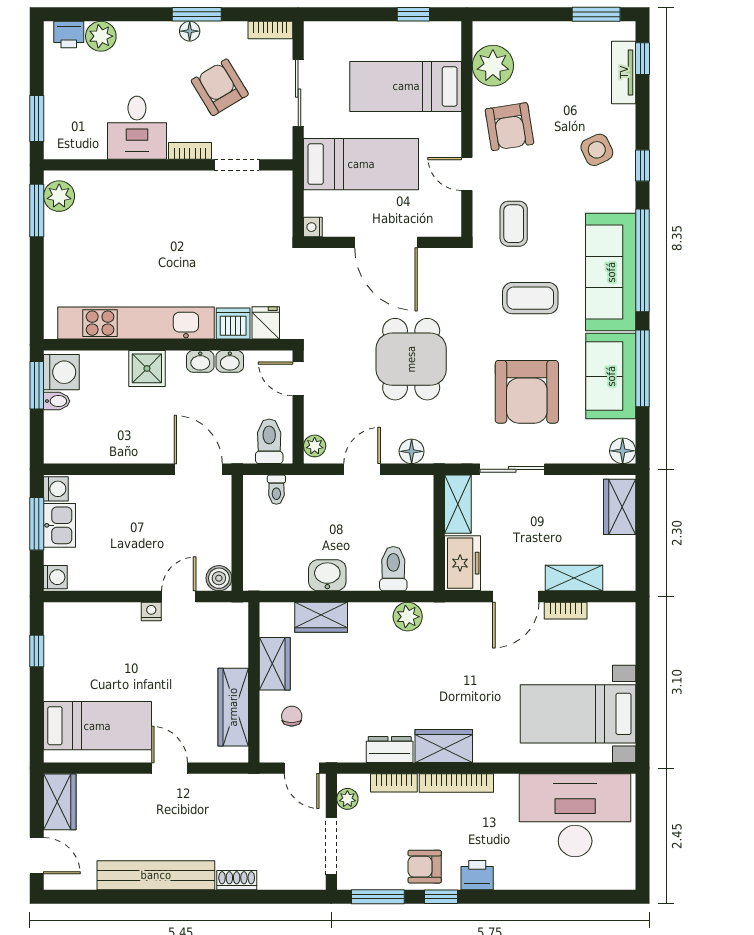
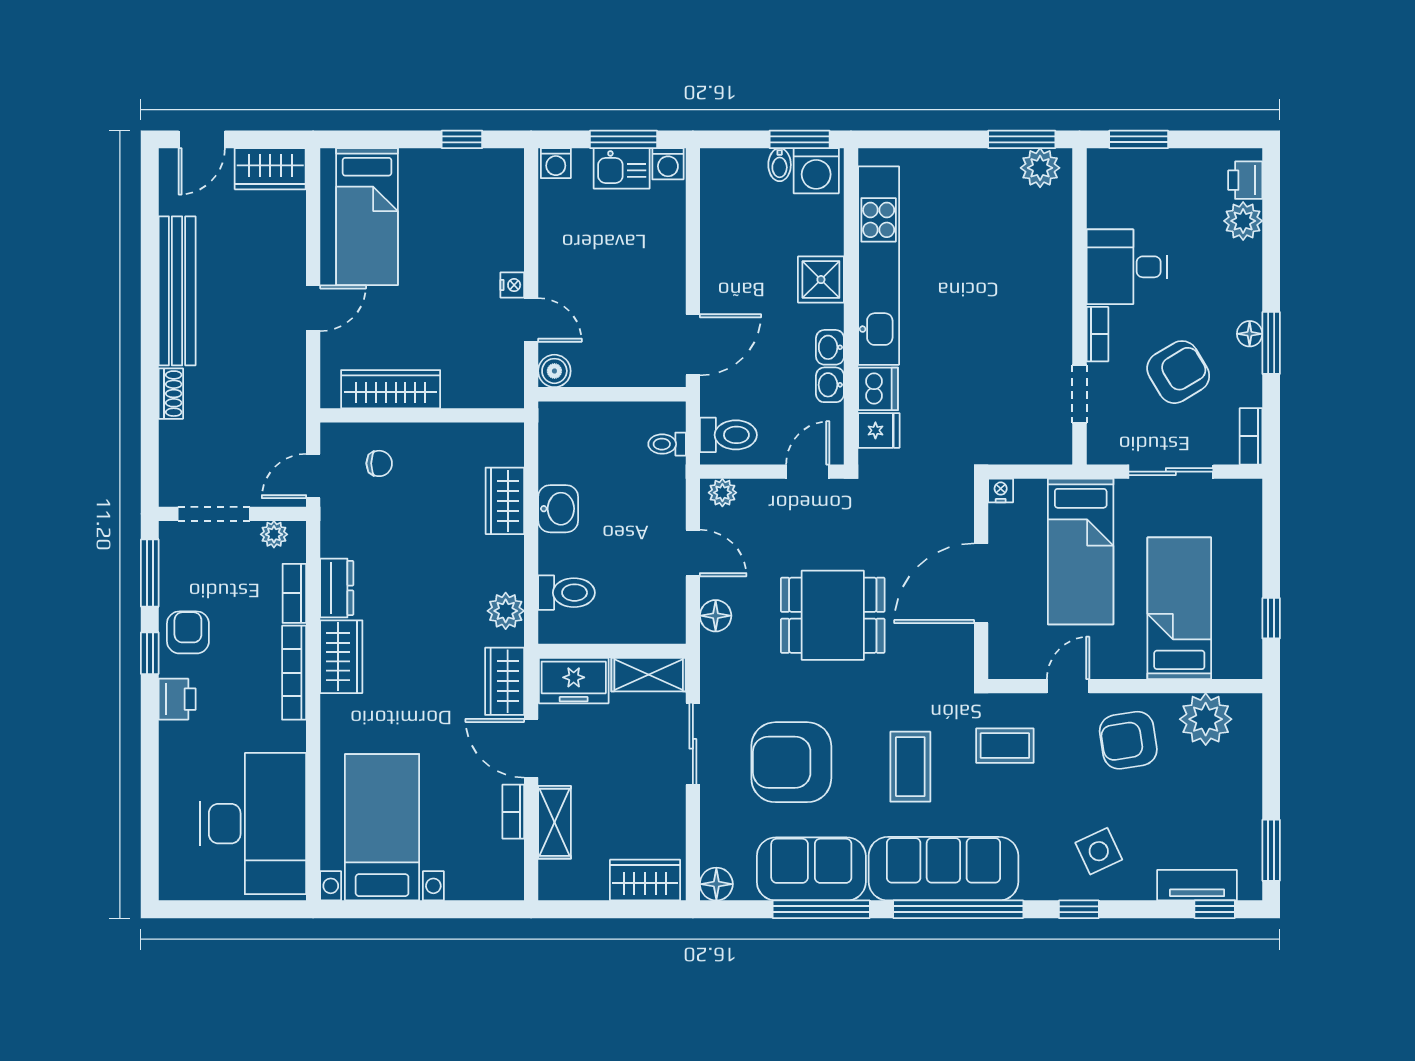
wardrobe: (275, 664) -> (505, 681), moved, turned 90

